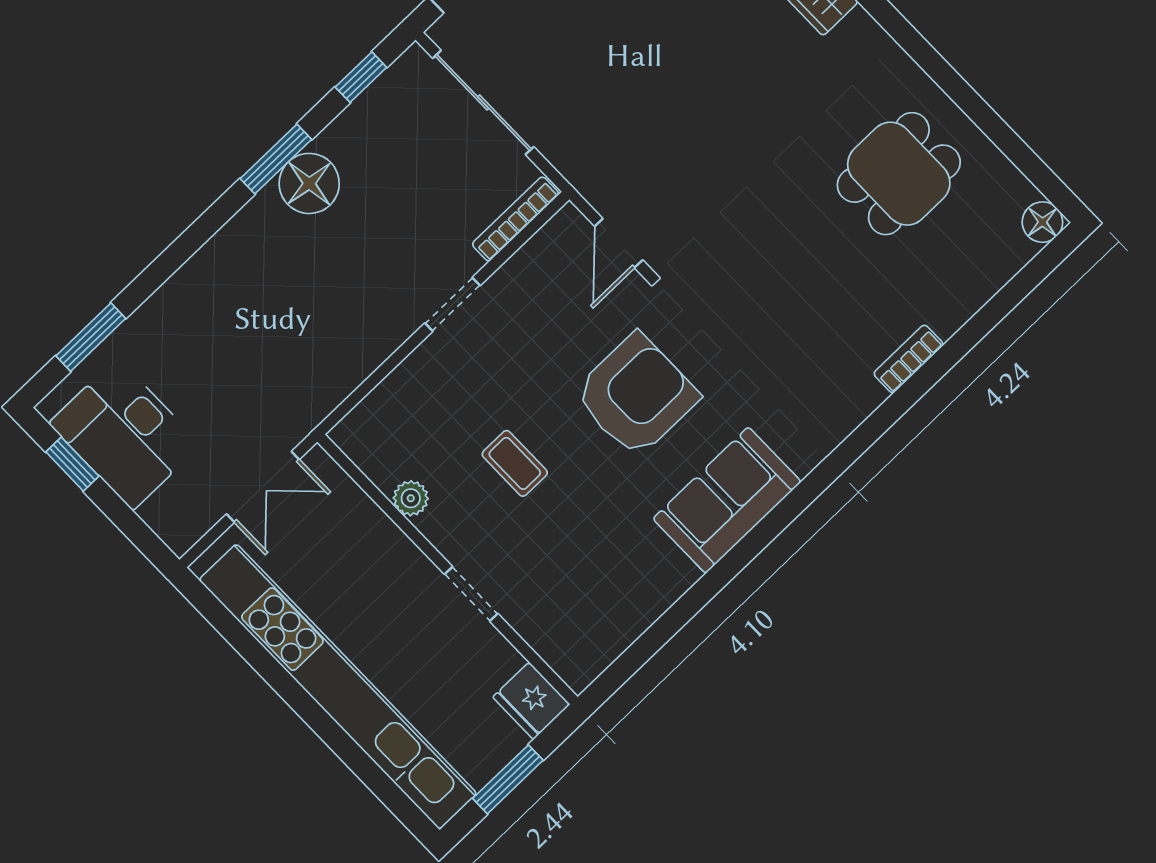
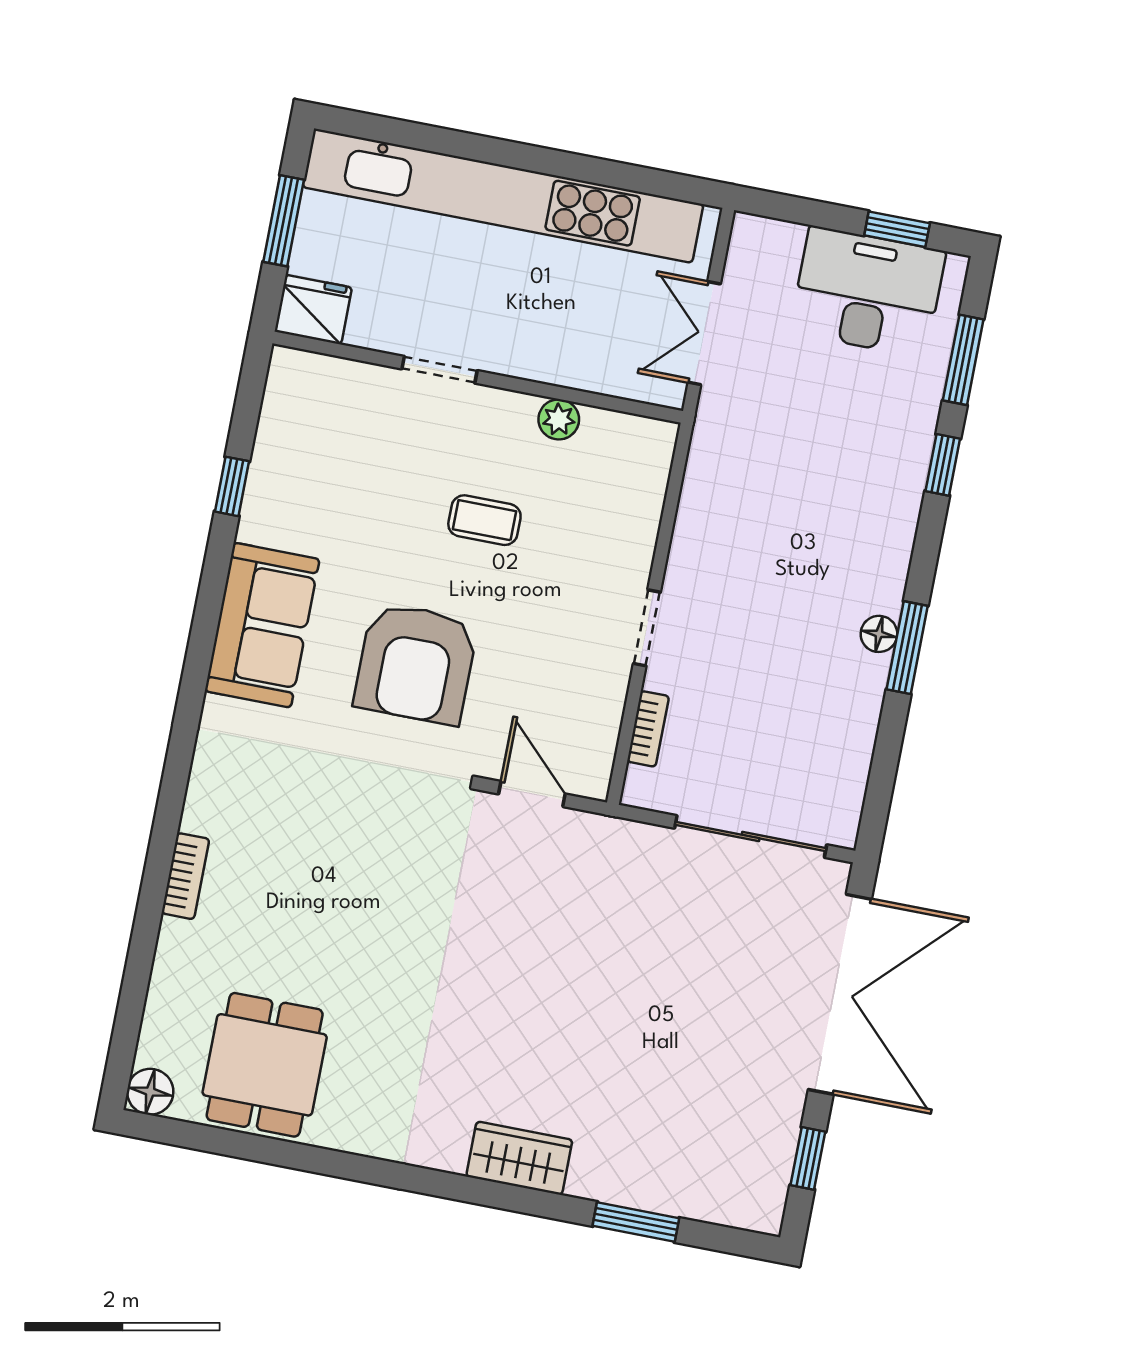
window: (361, 77) -> (943, 465), moved
dining table: (899, 174) -> (265, 1065), moved
floor lamp: (309, 183) -> (879, 634), width x0.53, depth x0.53
bookcase: (515, 219) -> (648, 729), width x0.64
window: (679, 615) -> (232, 486), added

